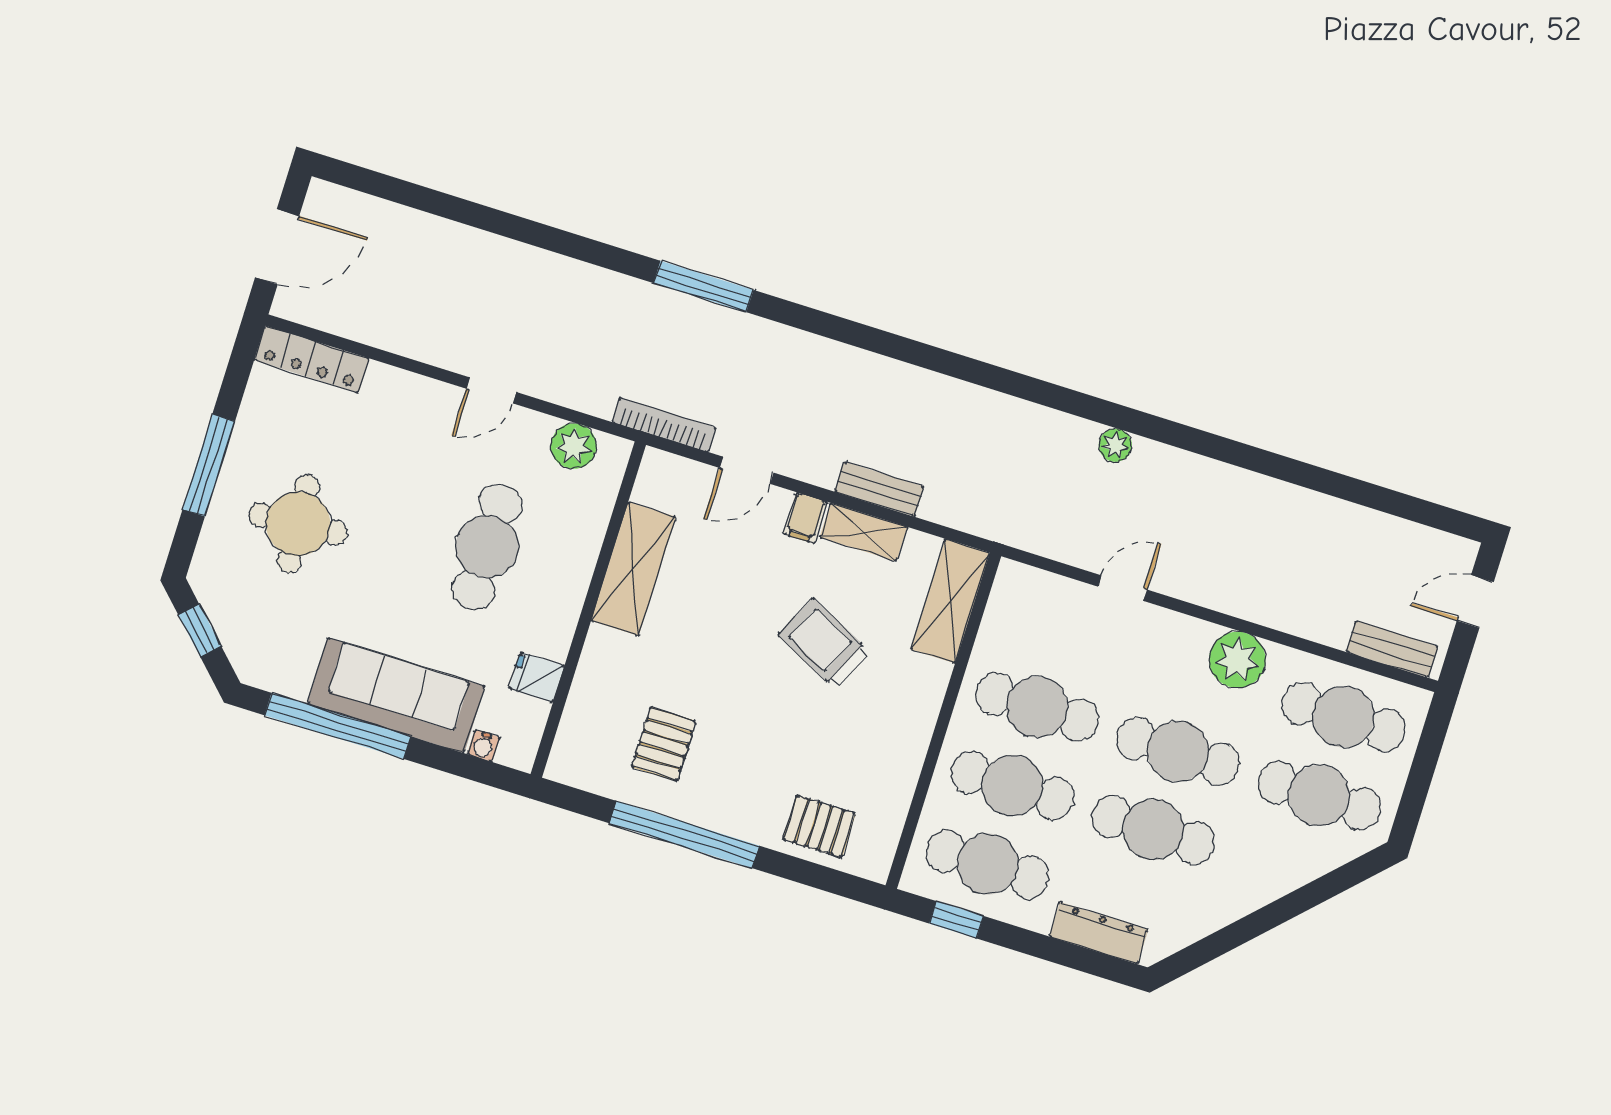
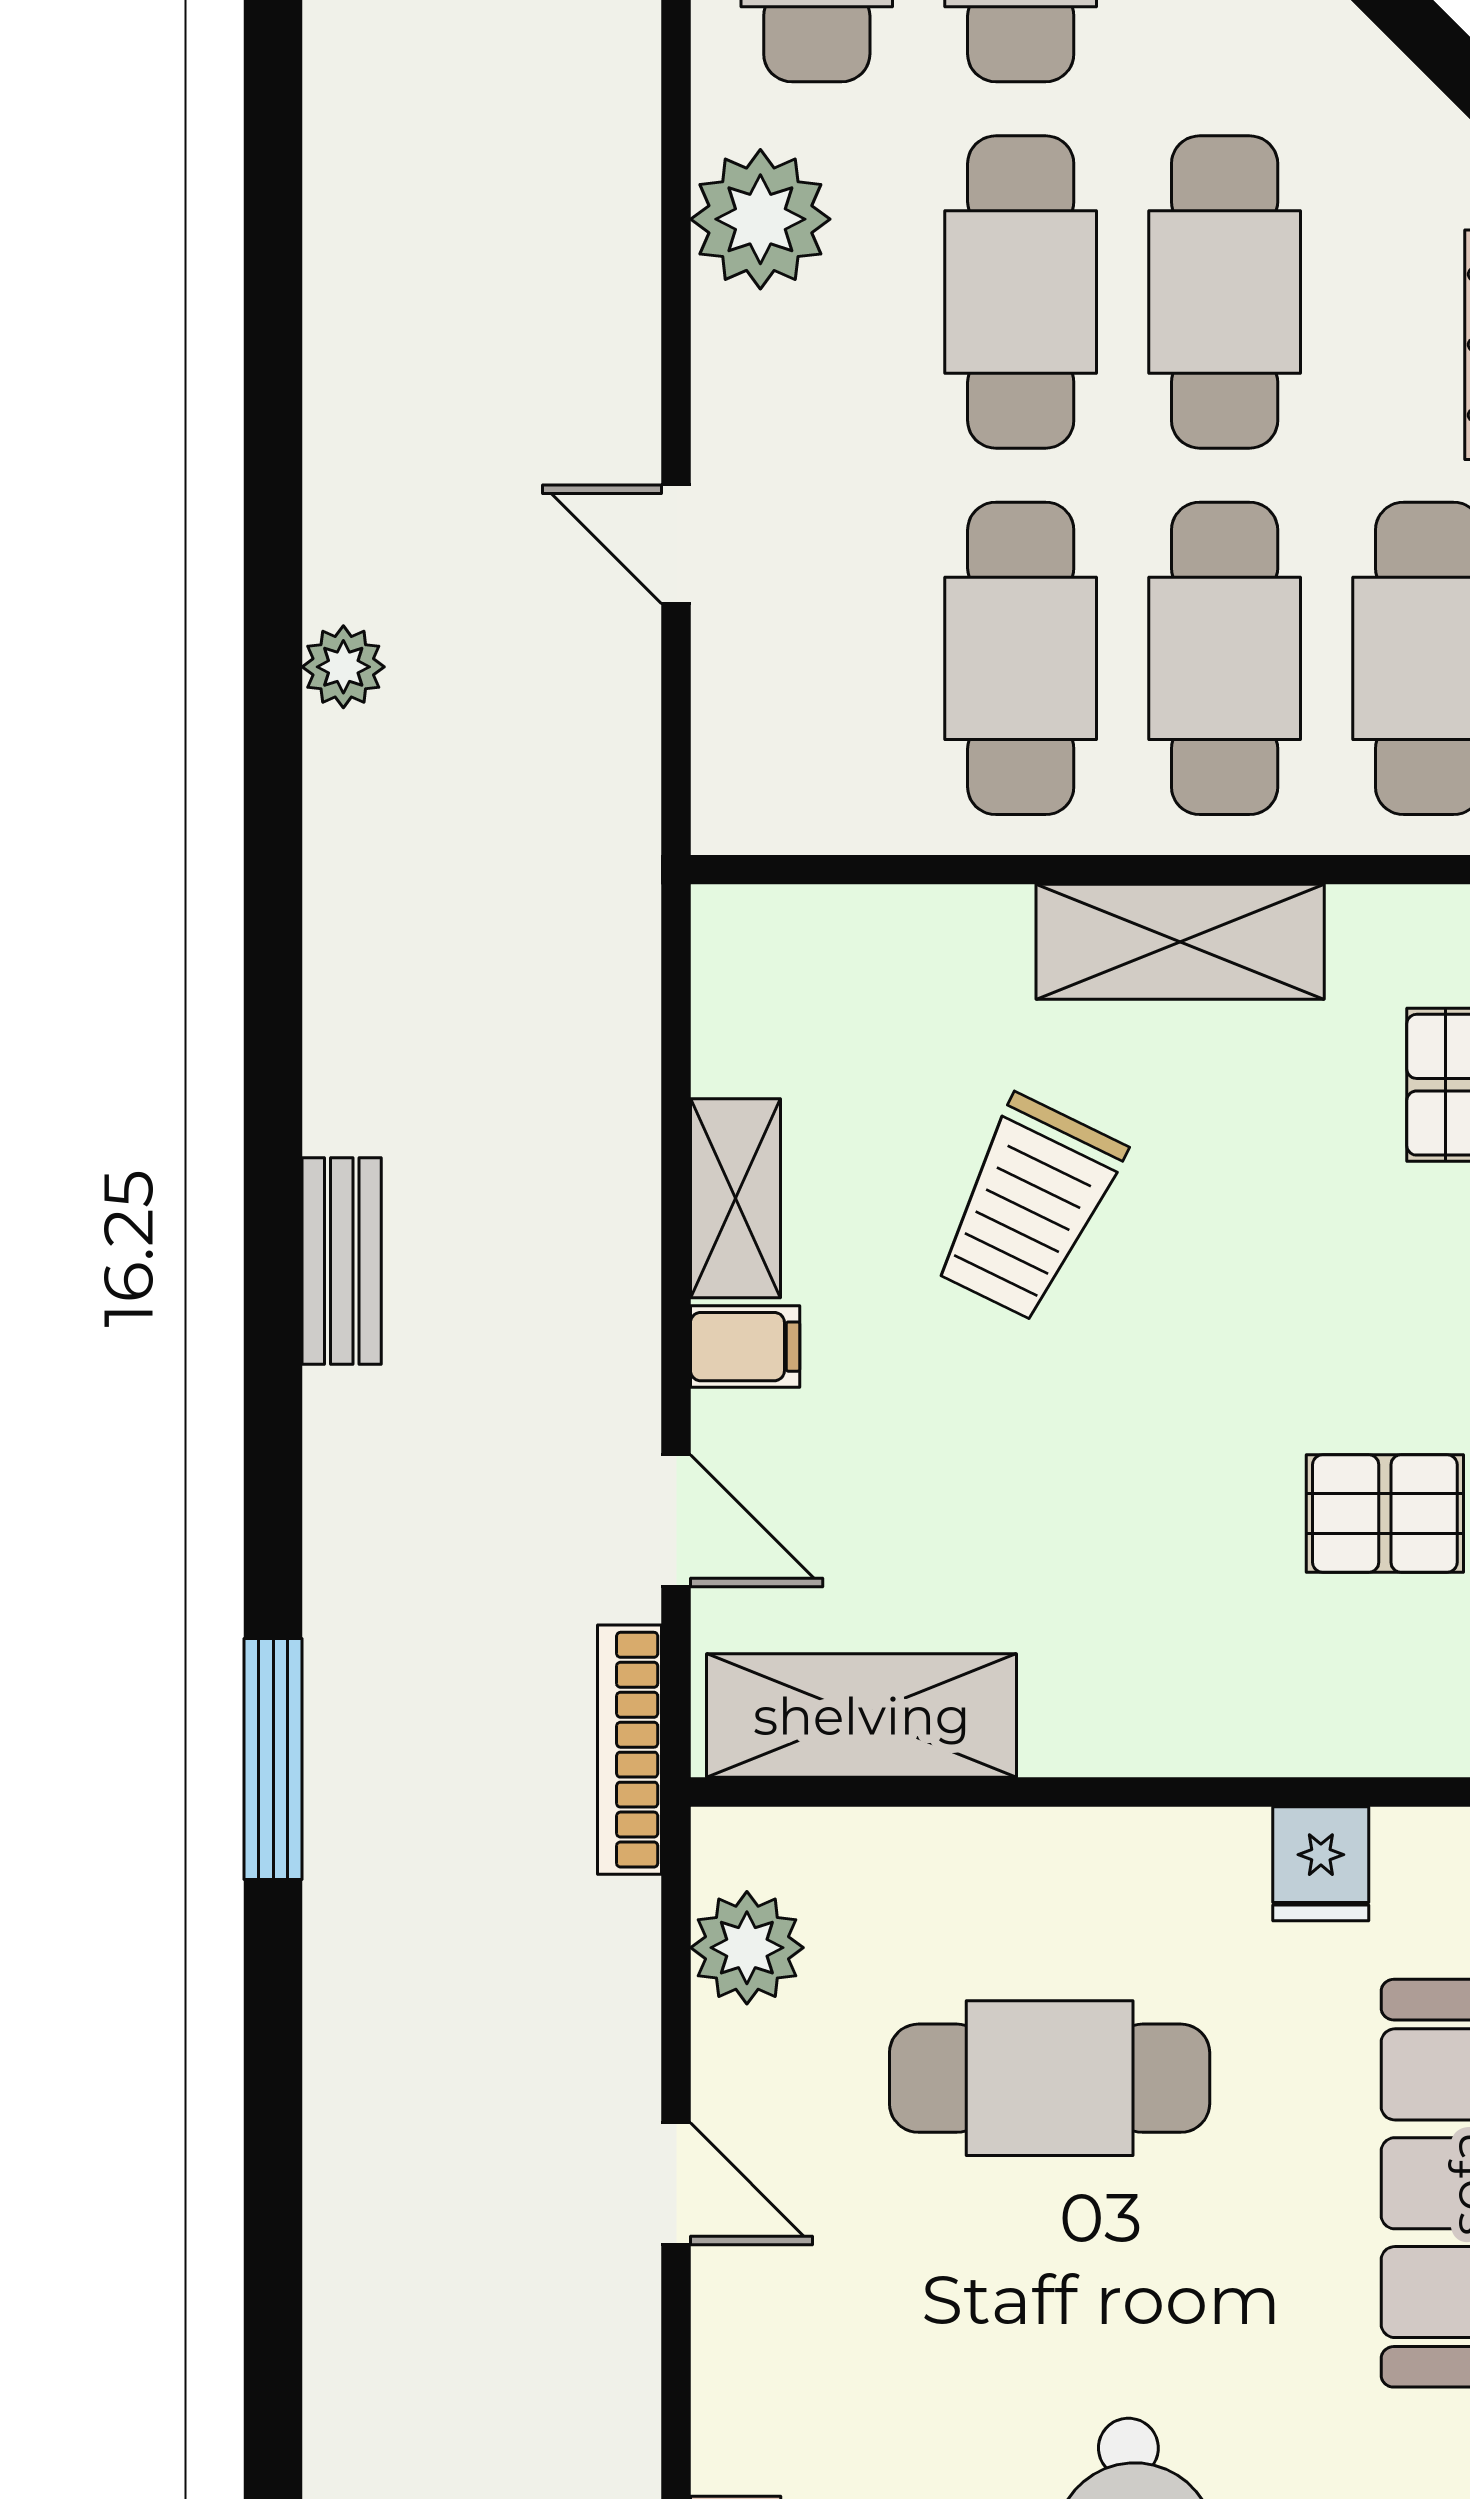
bench: (879, 489) -> (342, 1261), moved
shelving: (633, 569) -> (862, 1716), moved
shelving: (950, 601) -> (1180, 942), moved

